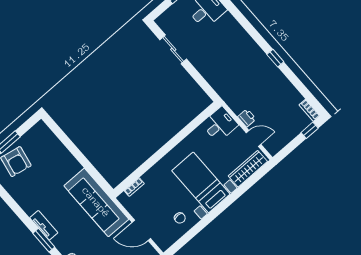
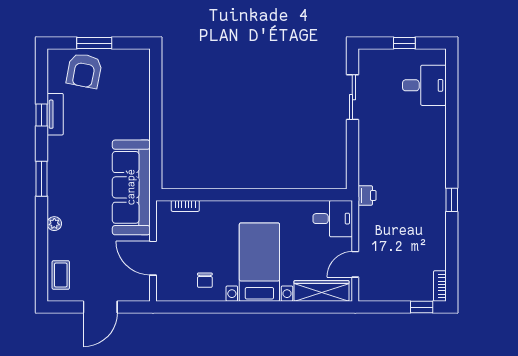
printer: (247, 118) -> (367, 195), moved
door: (254, 138) -> (355, 264), swing flipped
window: (14, 206) -> (42, 115), added
tv unit: (44, 225) -> (55, 114), moved

